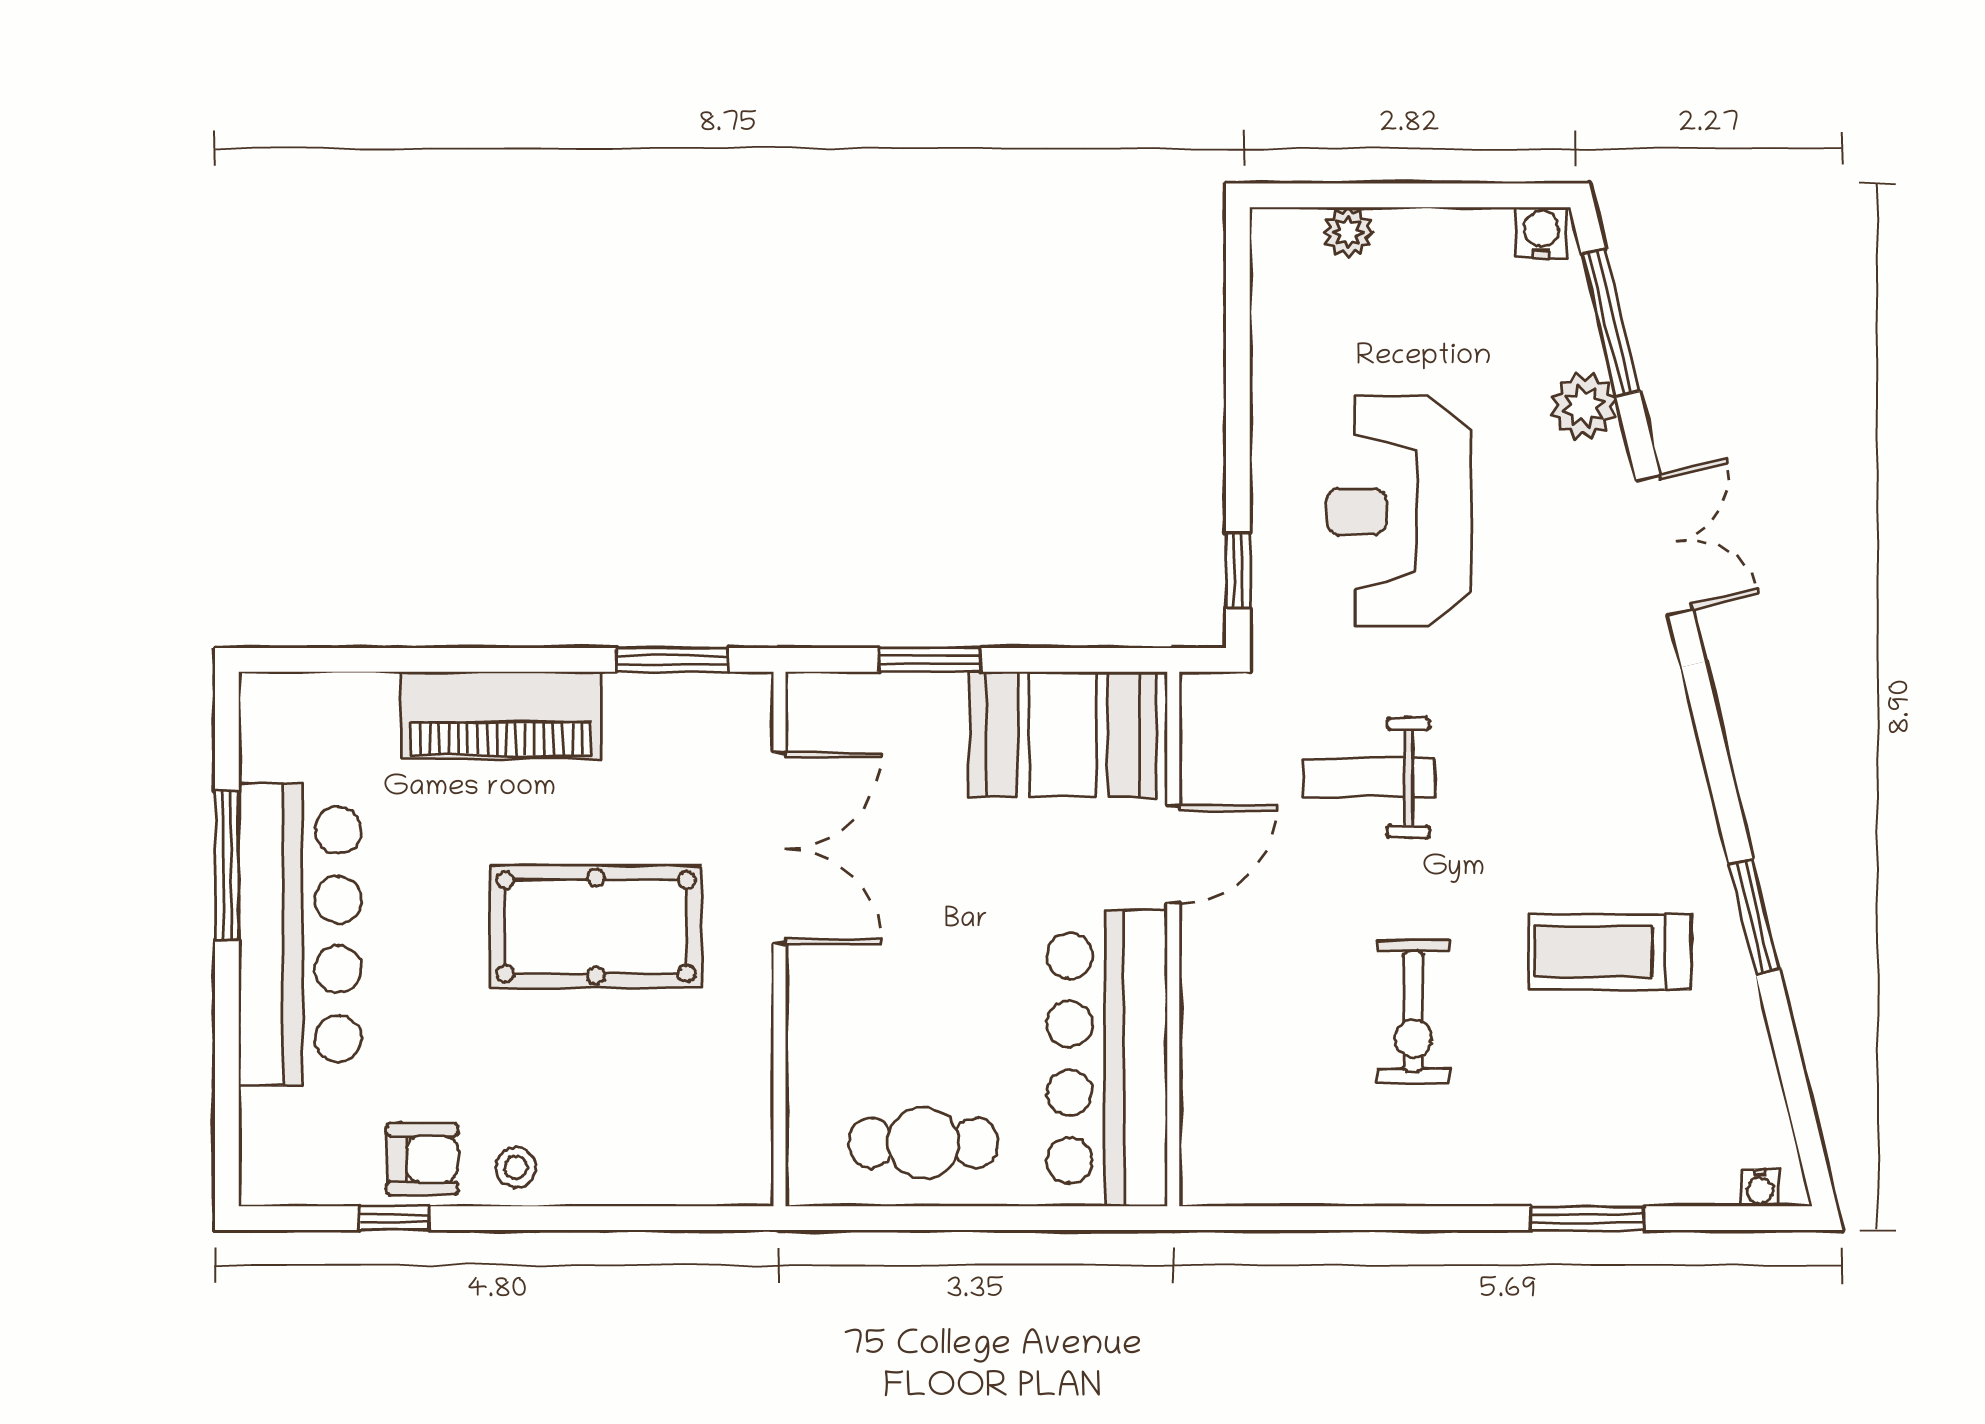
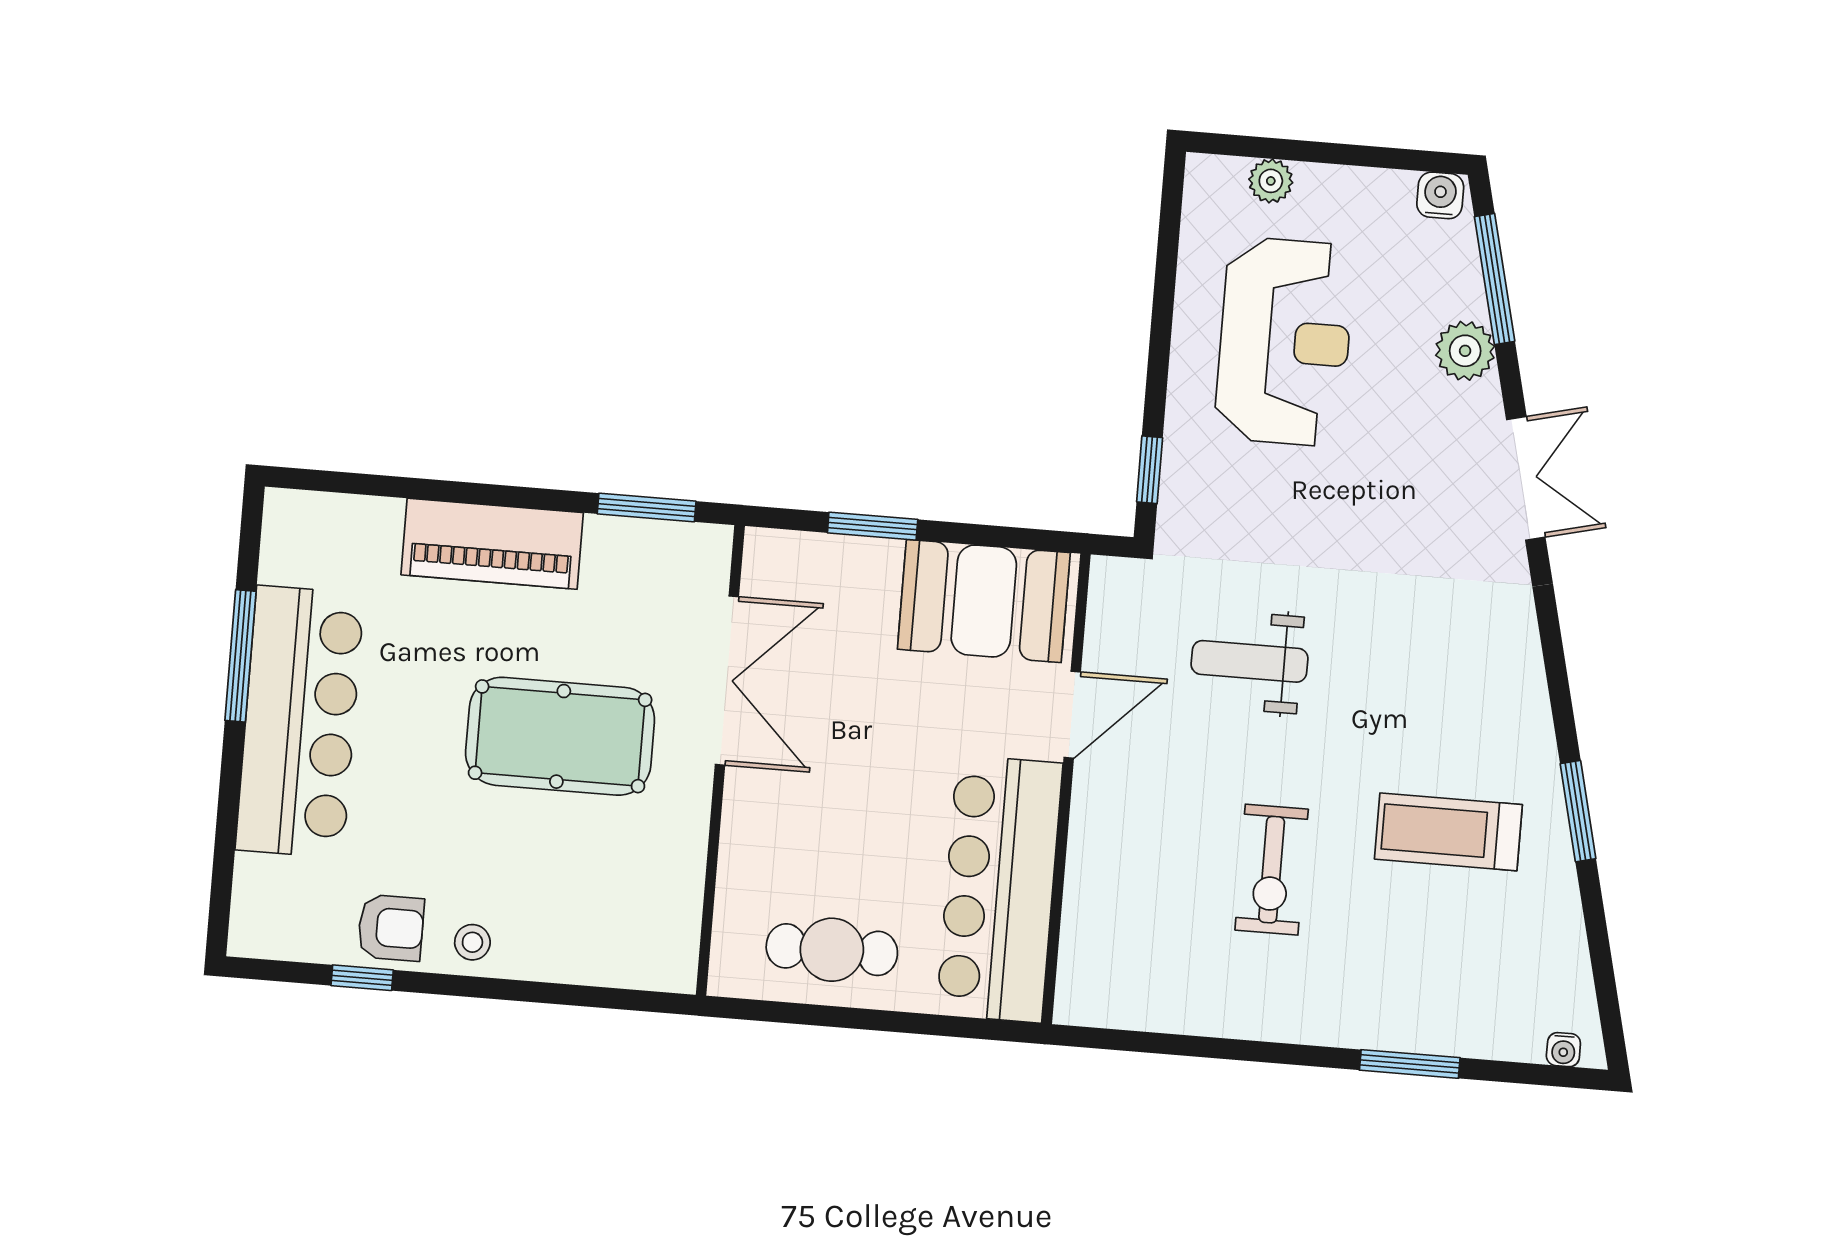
reception desk: (1399, 511) -> (1285, 342), moved, turned 180

